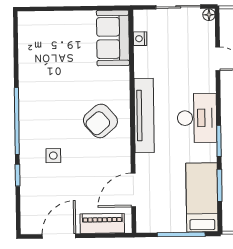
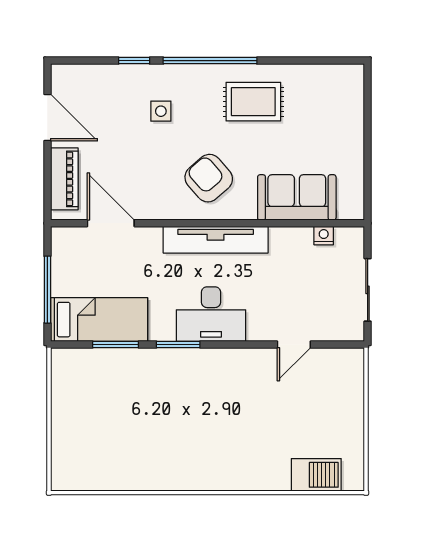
floor lamp: (209, 15) -> (356, 333), removed
sofa: (113, 38) -> (297, 197), moved
rug: (46, 90) -> (253, 102), added

